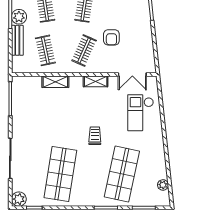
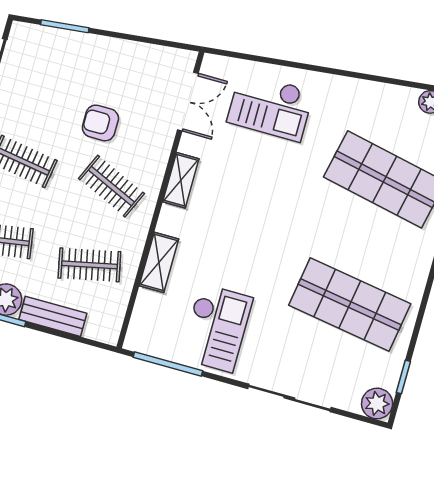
armchair: (111, 37) -> (100, 123), turned 180
checkout: (33, 116) -> (216, 328), added
trolley: (95, 136) -> (291, 213), removed

